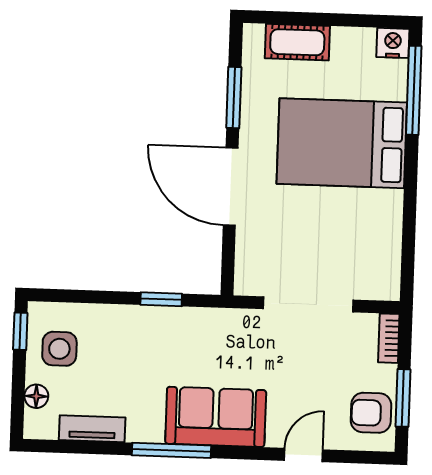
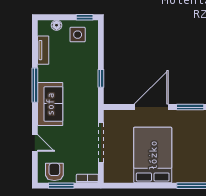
bed: (342, 143) -> (153, 155), moved

